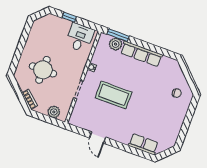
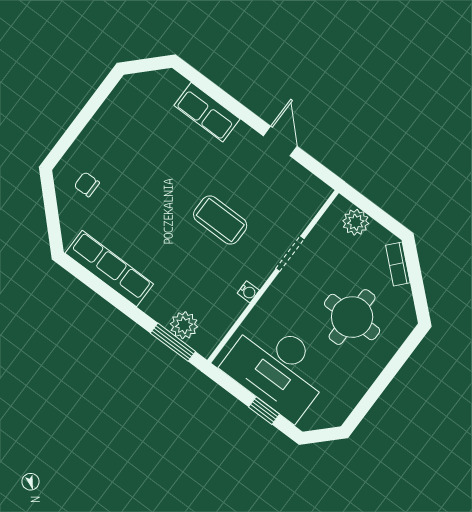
desk: (80, 38) -> (278, 368), width x1.87, depth x1.30
row of seats: (141, 54) -> (109, 269), moved
coffee table: (114, 95) -> (220, 220), width x0.73, depth x0.76
row of seats: (143, 144) -> (207, 112), moved

